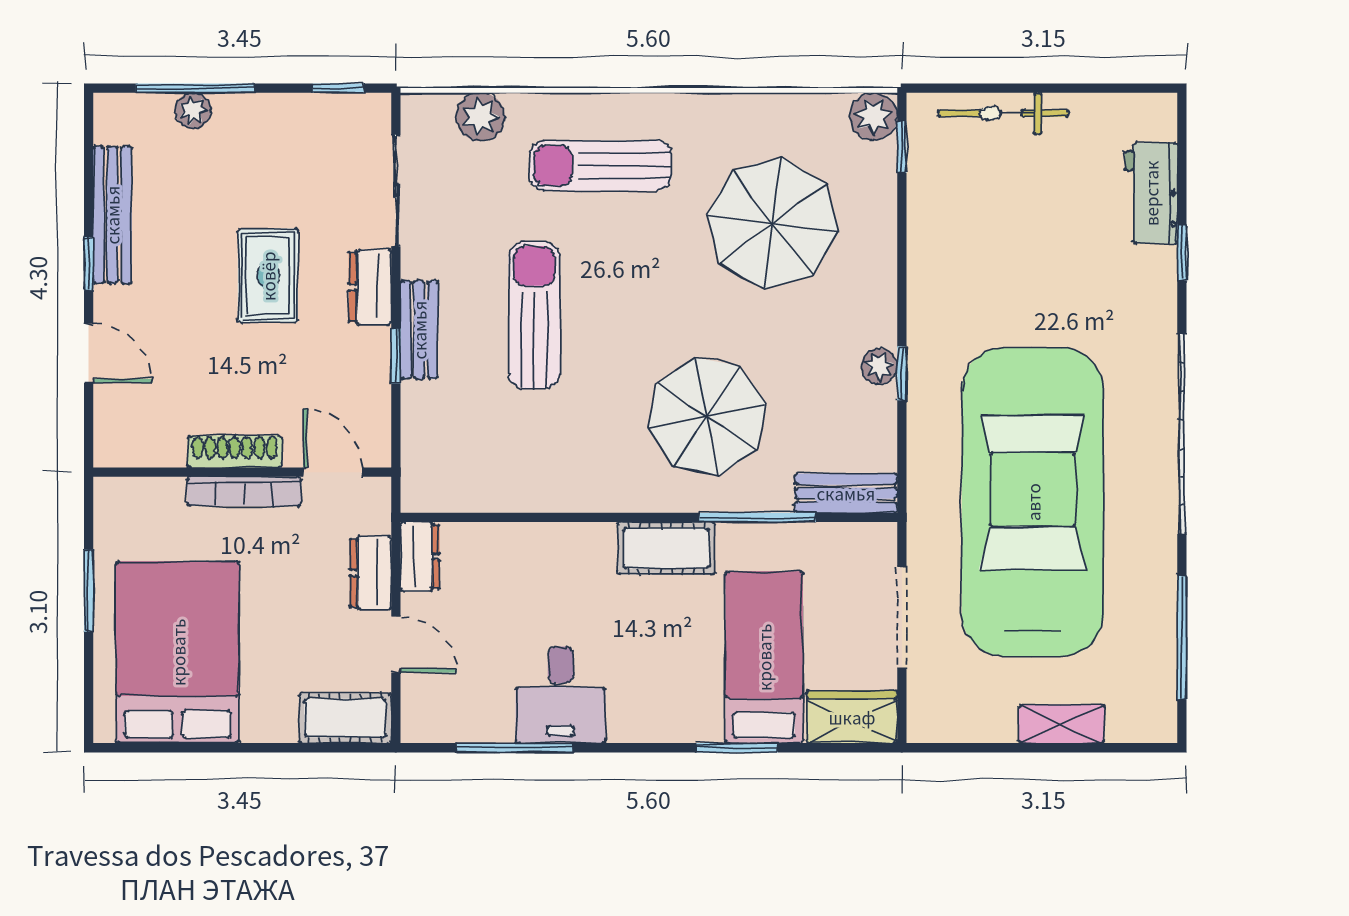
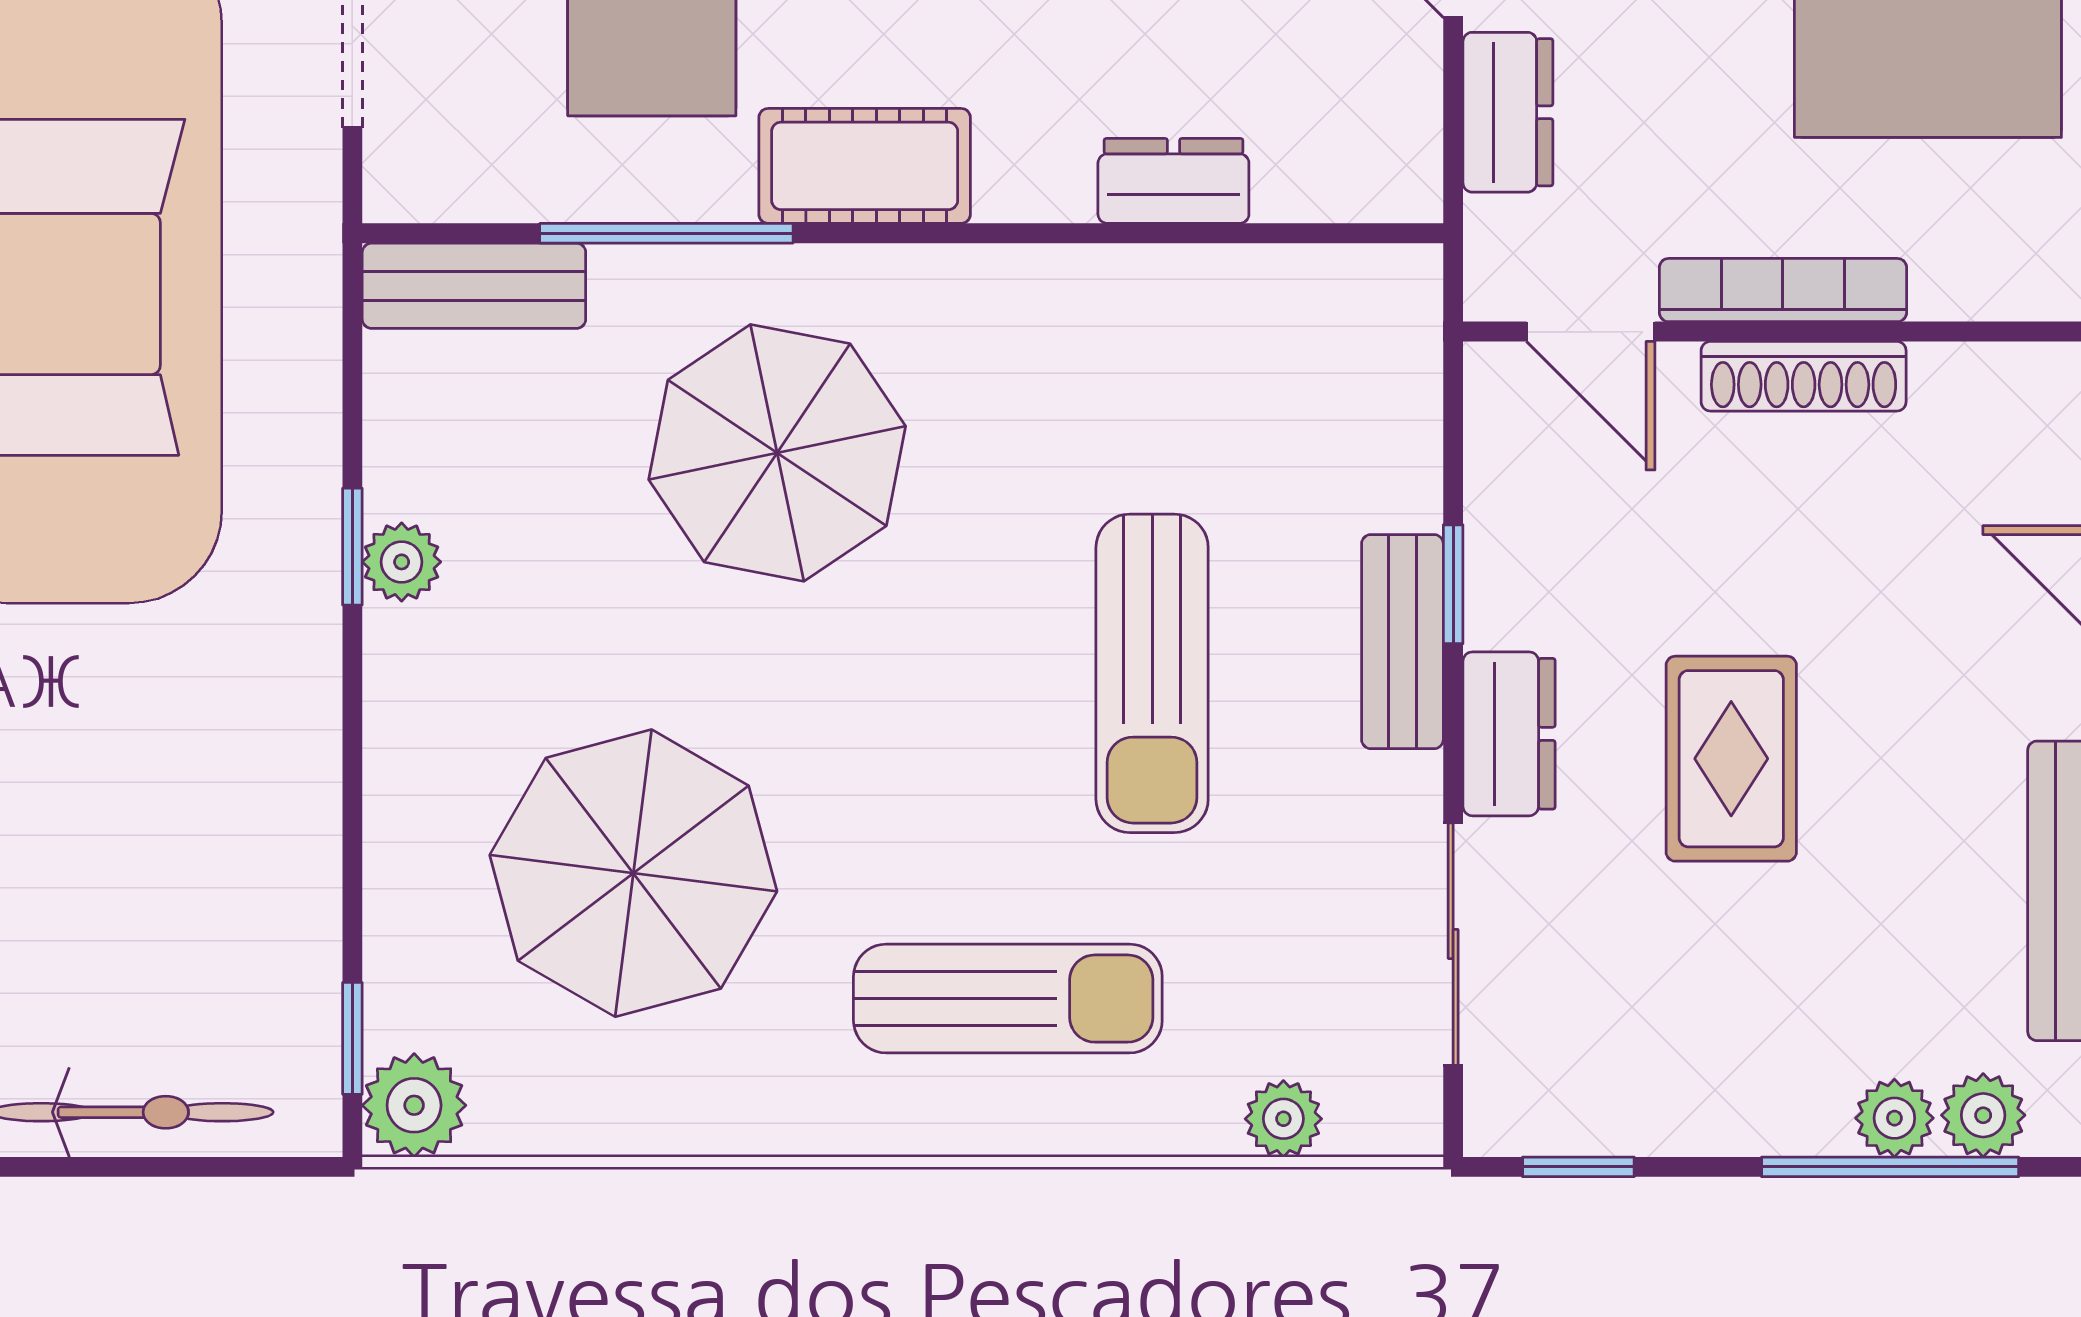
plant: (152, 112) -> (1983, 1115), added
plant: (480, 117) -> (1283, 1119), width x0.73, depth x0.73
dresser: (420, 557) -> (1173, 181), moved, turned 90

